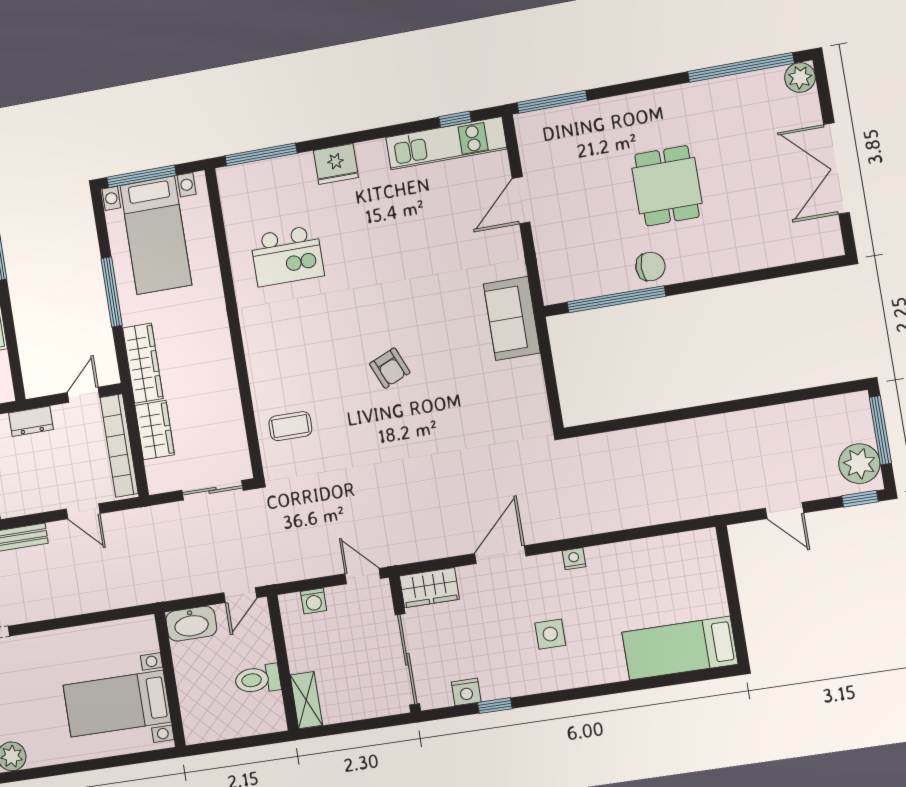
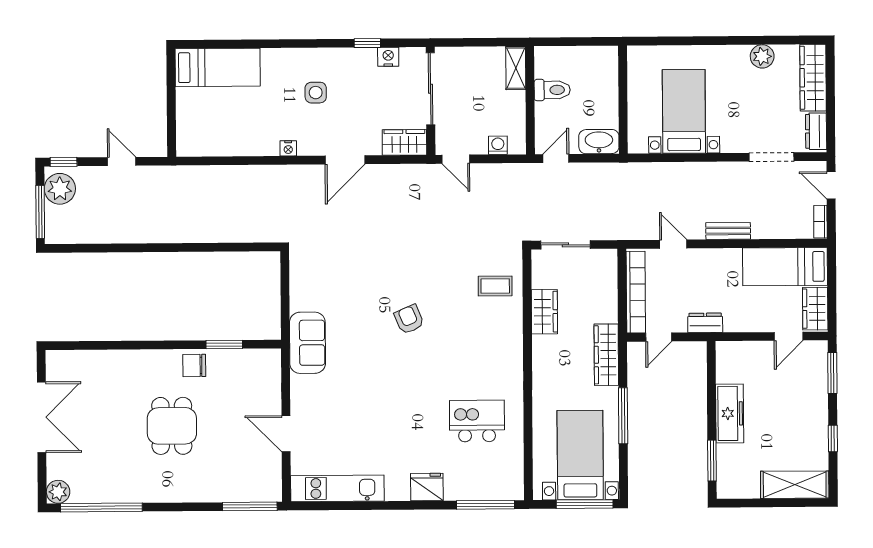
window: (455, 119) -> (328, 506), removed
door: (521, 200) -> (286, 434), swing flipped
window: (616, 299) -> (224, 344), width x0.47
wardrobe: (155, 430) -> (544, 312), moved, turned 180
bed with nightstands: (117, 704) -> (684, 111), moved, turned -90

